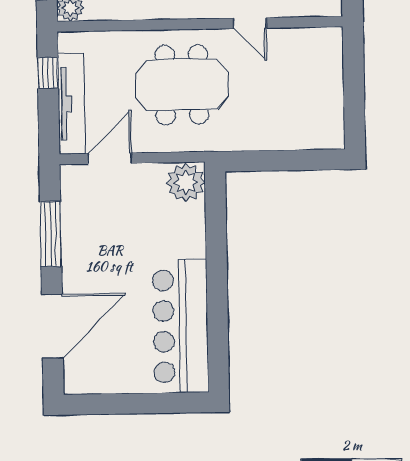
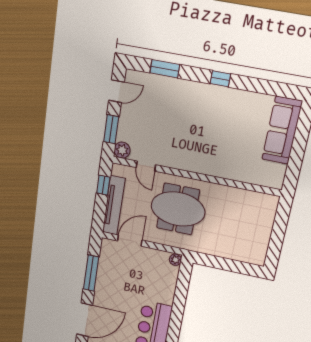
door: (250, 23) -> (146, 166), moved
plant: (186, 183) -> (175, 260), width x0.53, depth x0.53

